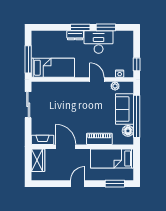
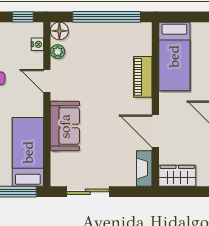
door: (97, 79) -> (47, 81), hinge flipped
sofa: (124, 109) -> (65, 126), moved, turned -90
floor lamp: (128, 131) -> (59, 31), moved
door: (66, 147) -> (155, 131), hinge flipped

